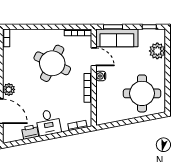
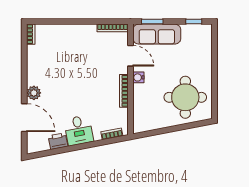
plant: (157, 51) -> (203, 49), removed
round table: (52, 63) -> (83, 63), removed

